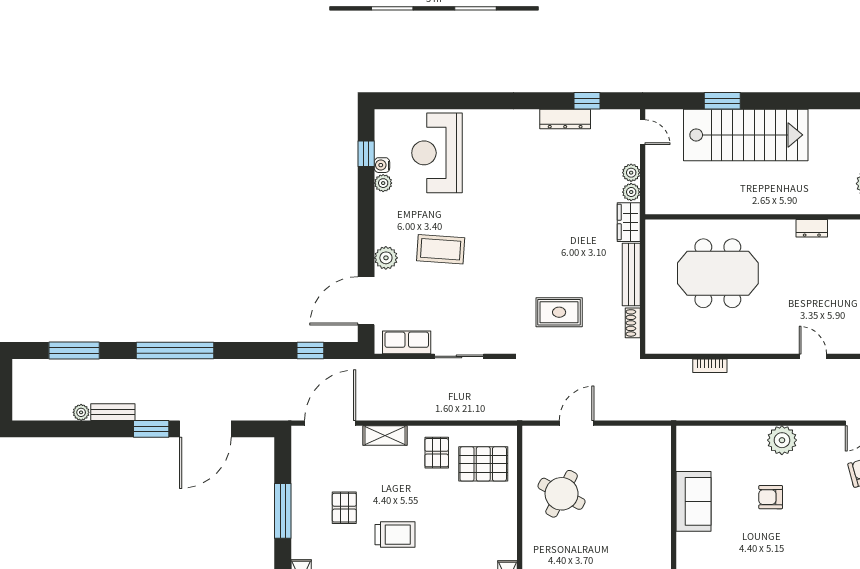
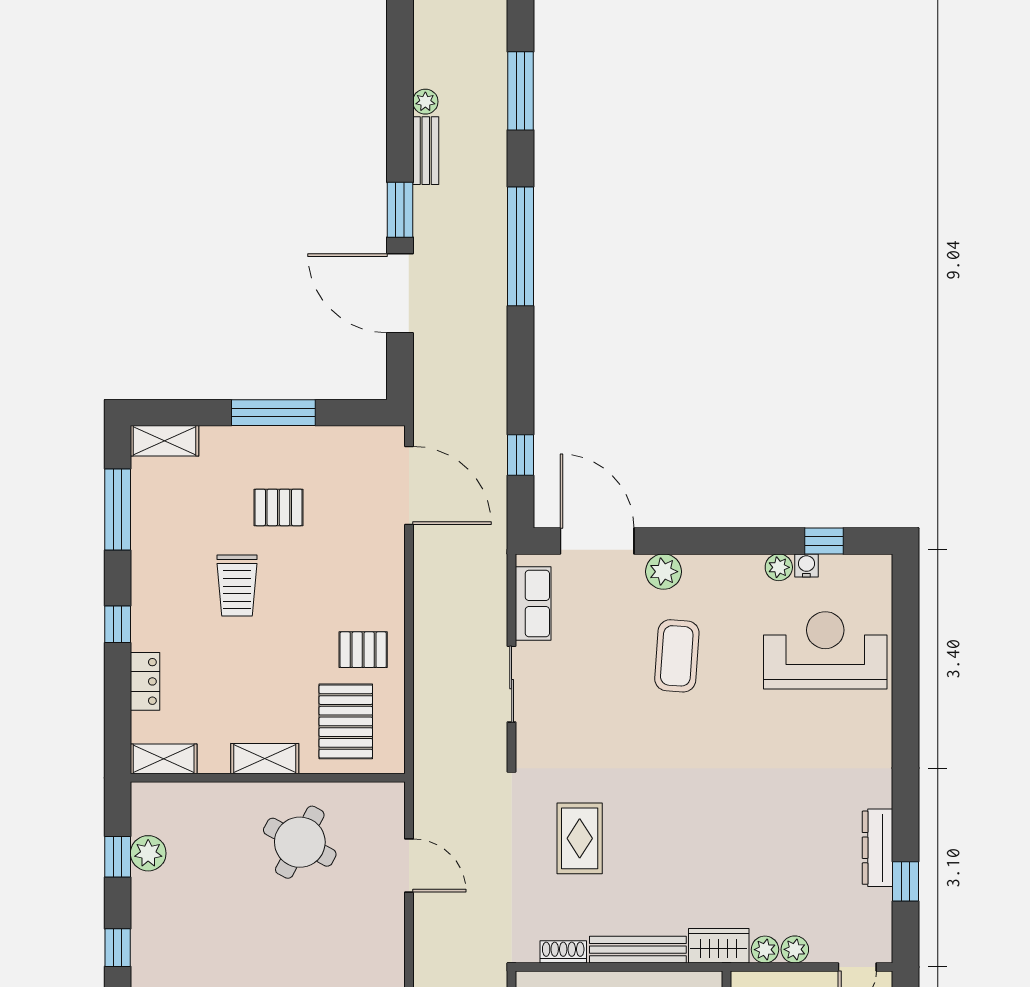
shelving: (385, 435) -> (265, 759), moved, turned 90

